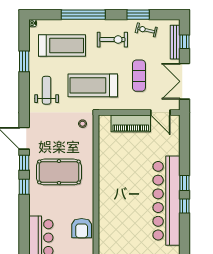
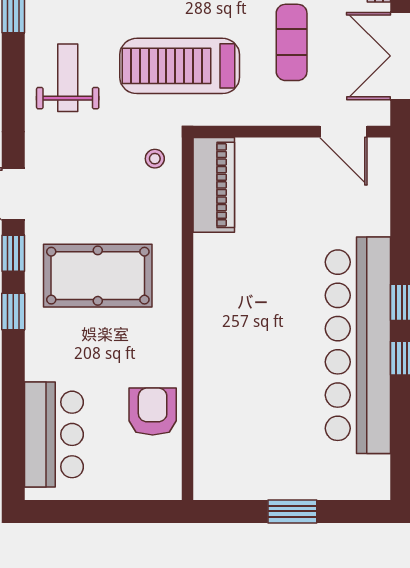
piano: (131, 123) -> (214, 185), moved, turned -90
armchair: (82, 228) -> (153, 412), turned 180

